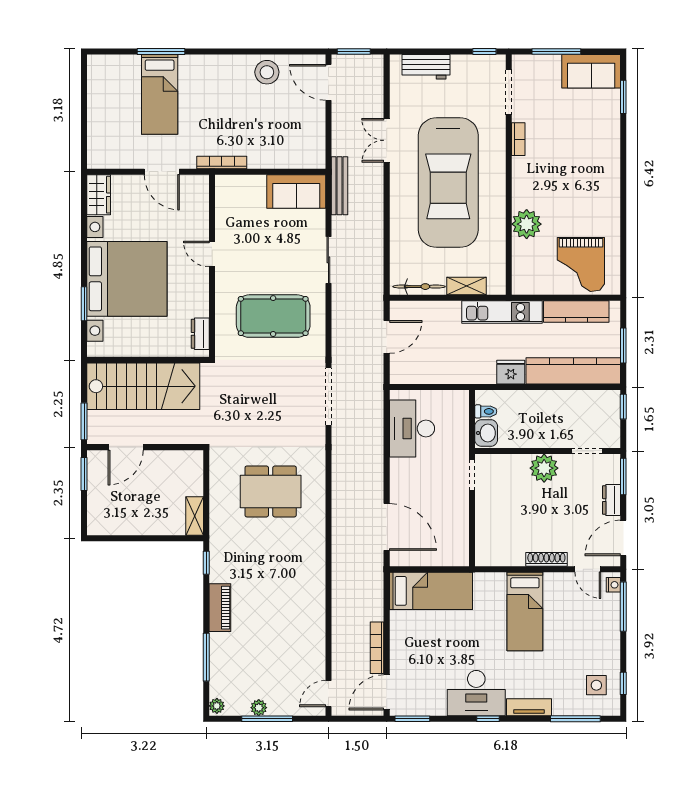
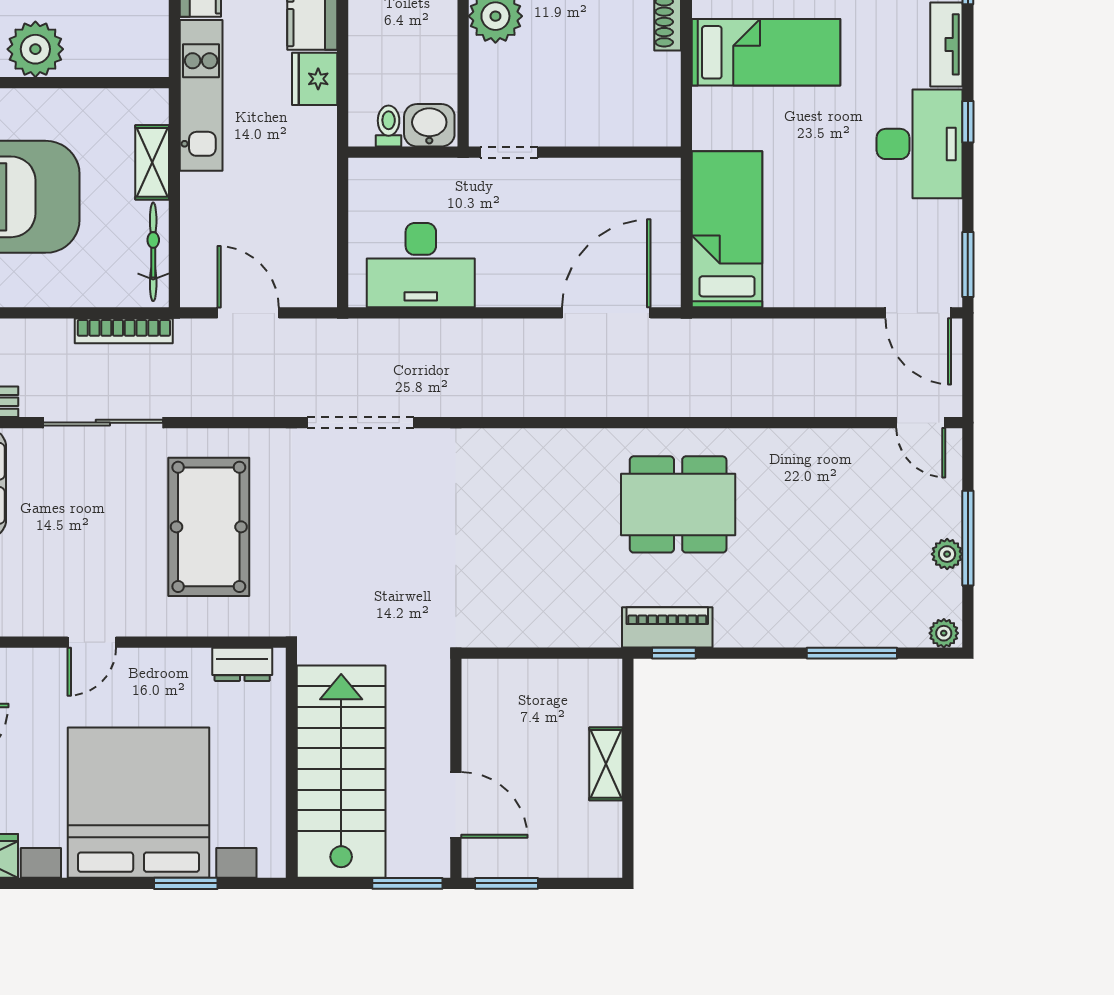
sliding door: (328, 260) -> (103, 423), width x1.37
dining table: (271, 491) -> (678, 504), moved, turned 90
shelving: (195, 516) -> (606, 764), moved, turned 90
piano: (220, 608) -> (667, 627), moved
bookcase: (377, 648) -> (124, 331), moved

